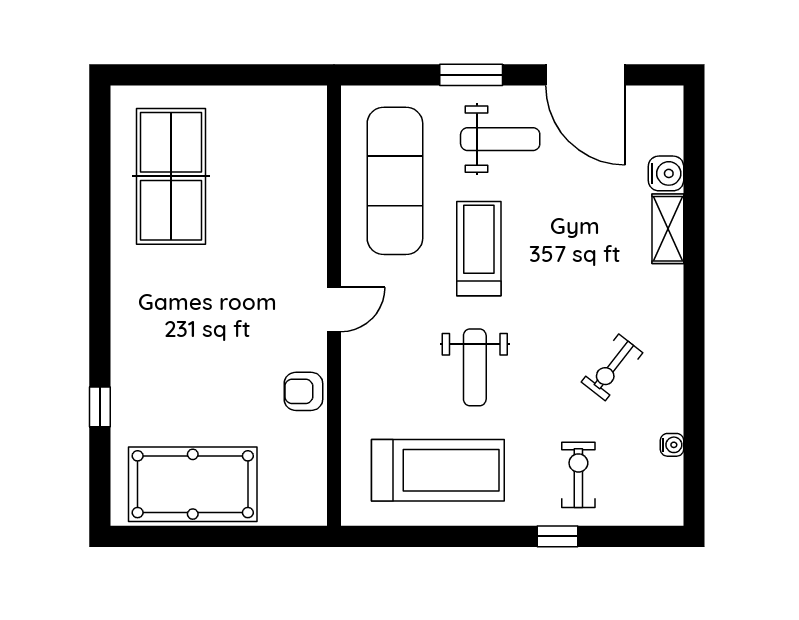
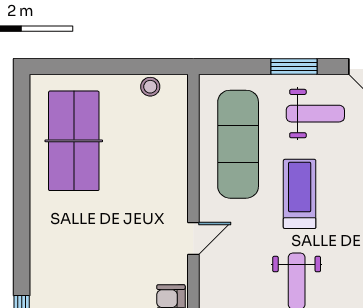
stool: (275, 103) -> (150, 87), added

